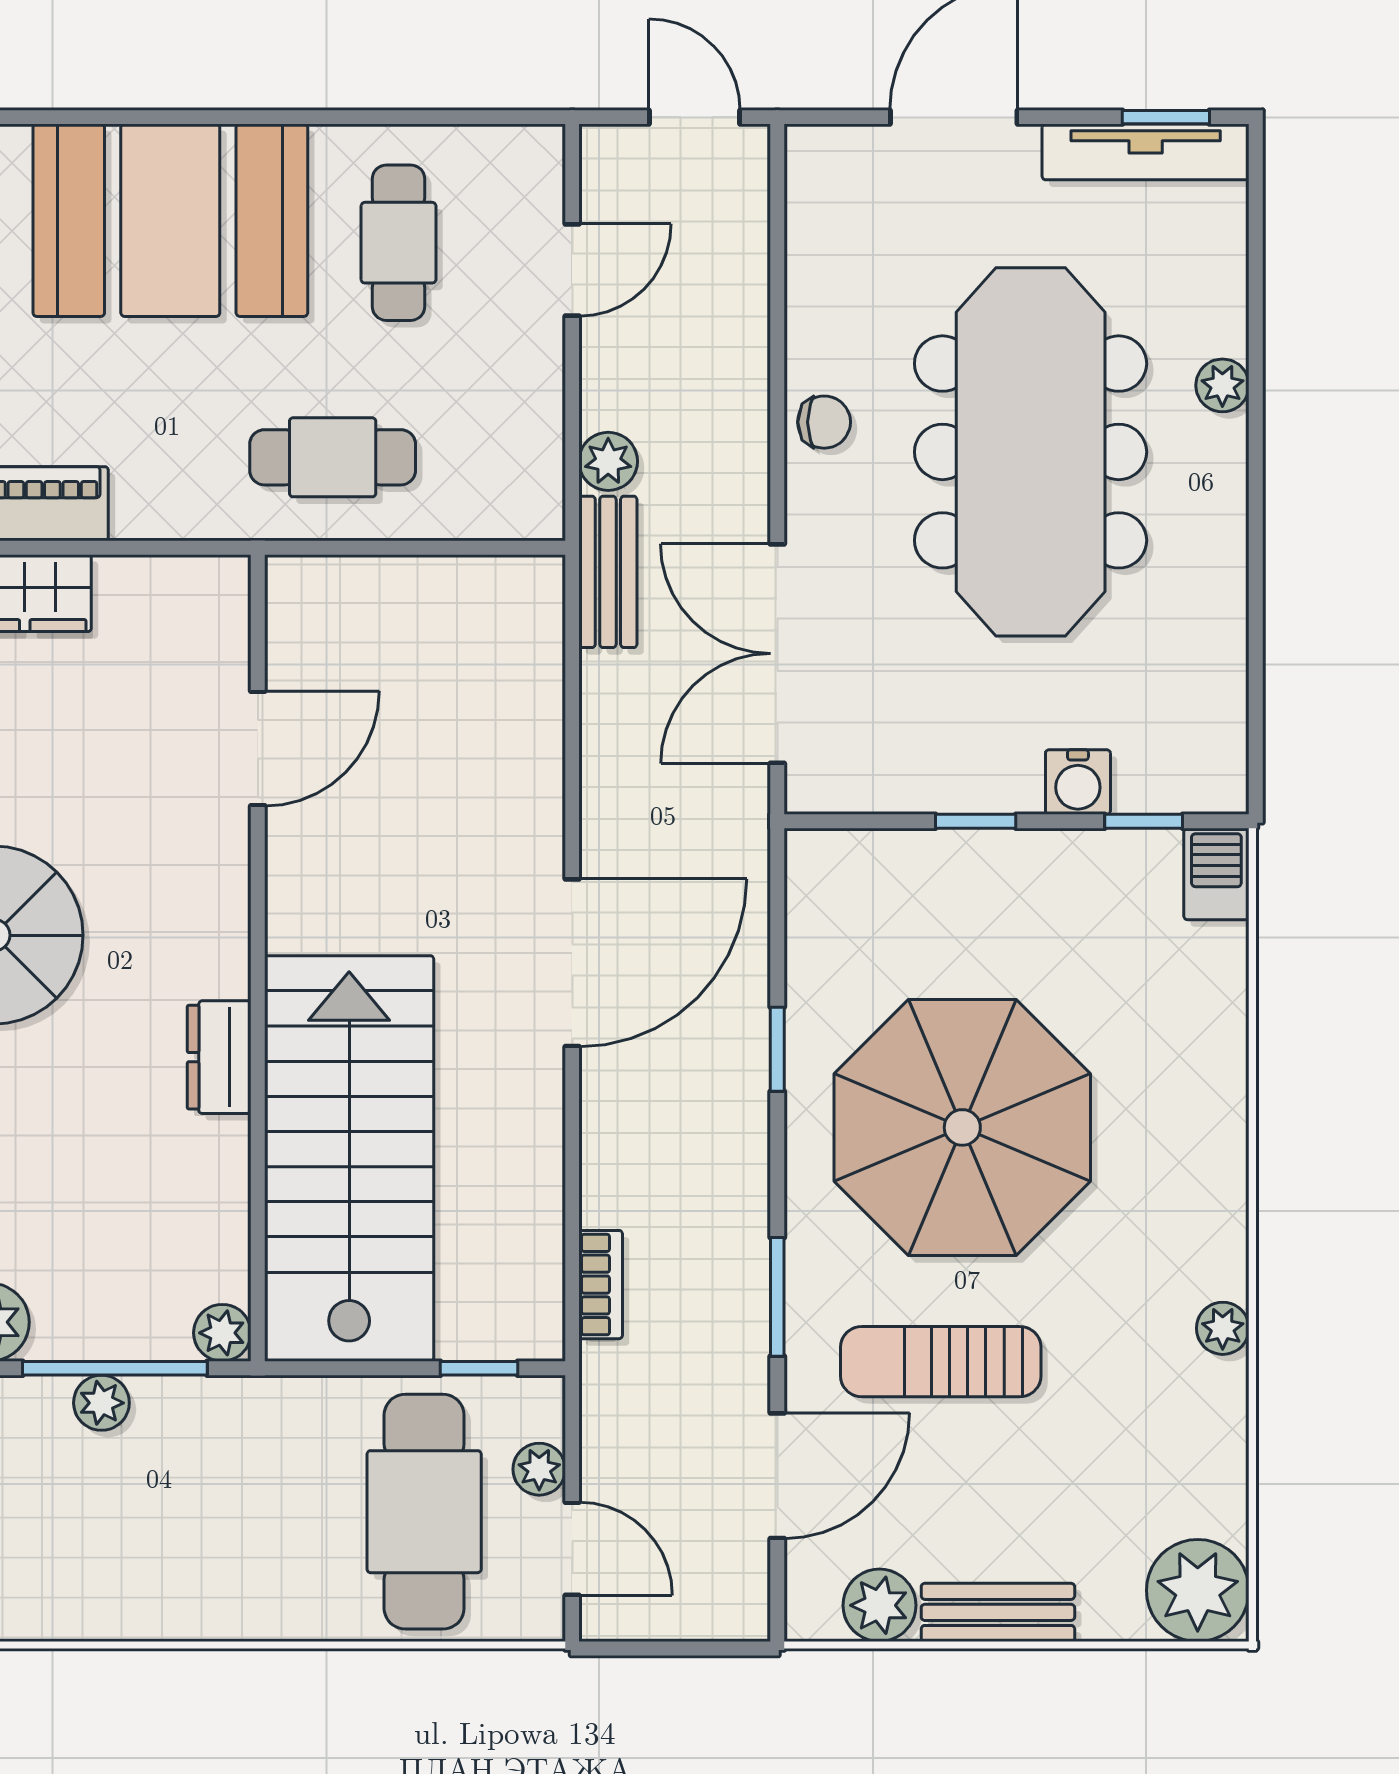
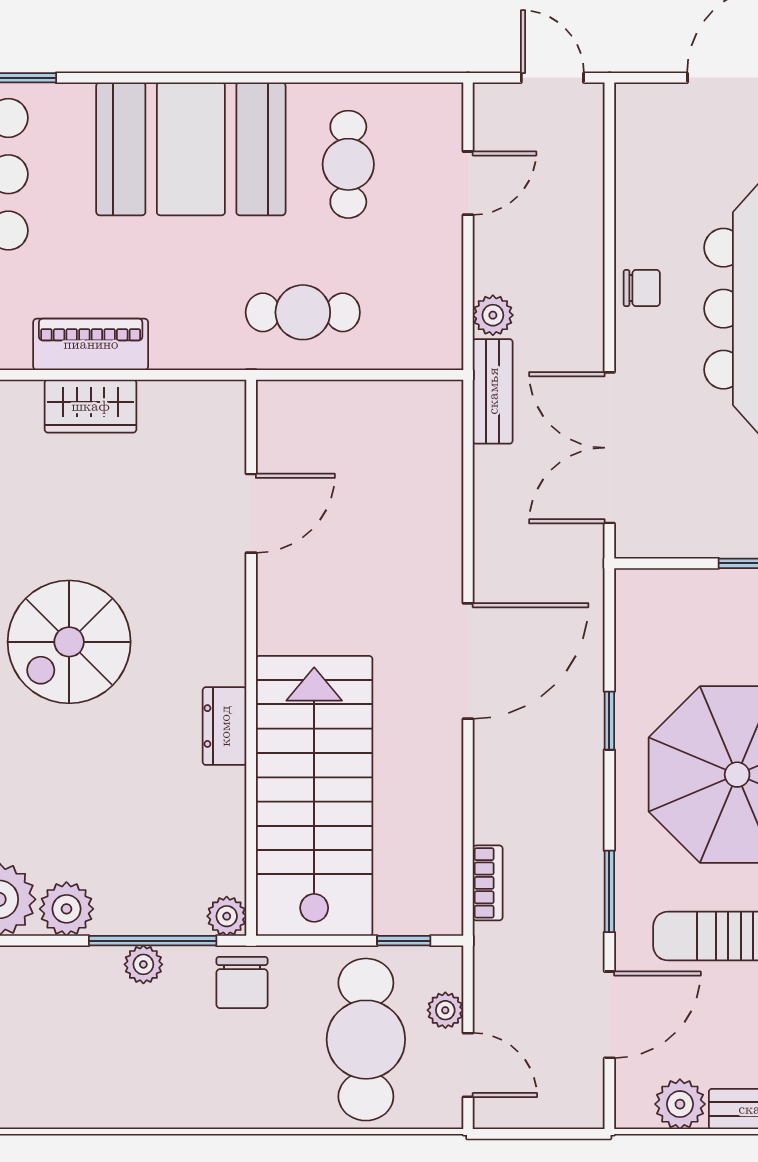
chair: (244, 1429) -> (242, 982), added

